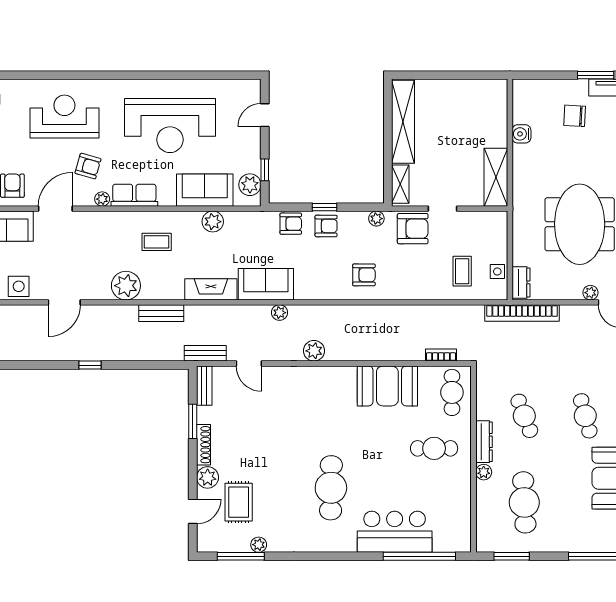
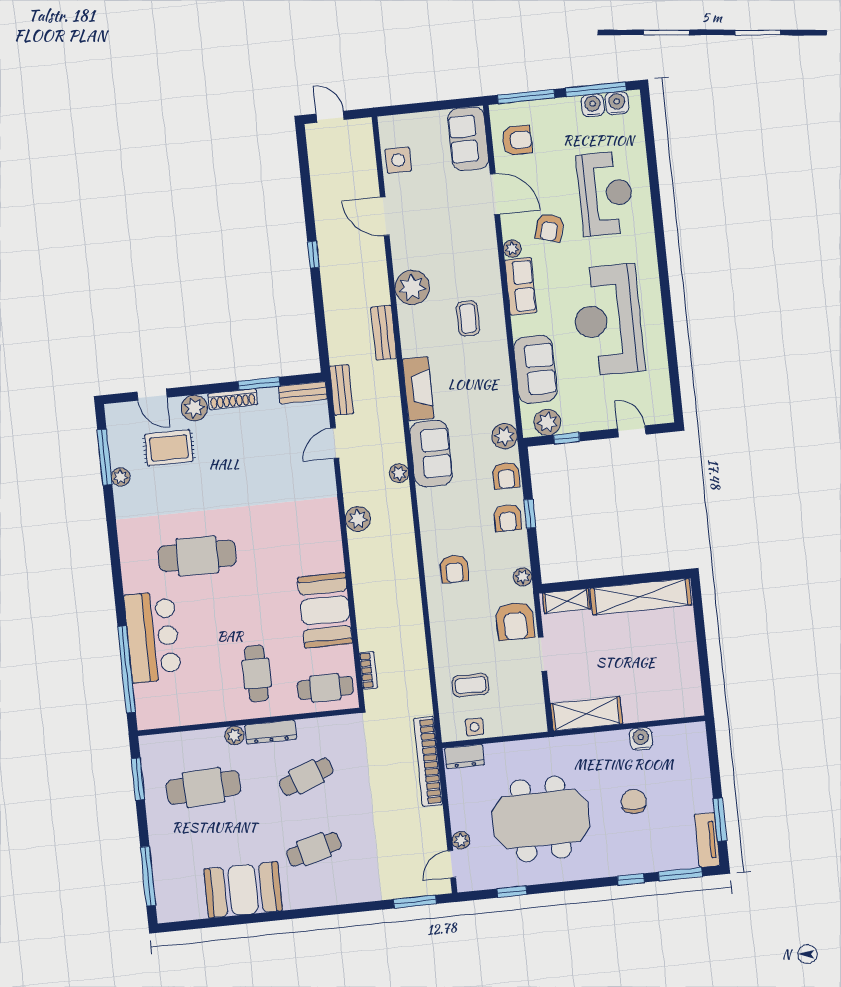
chair: (575, 116) -> (634, 801), moved
plant: (213, 222) -> (504, 436), moved

